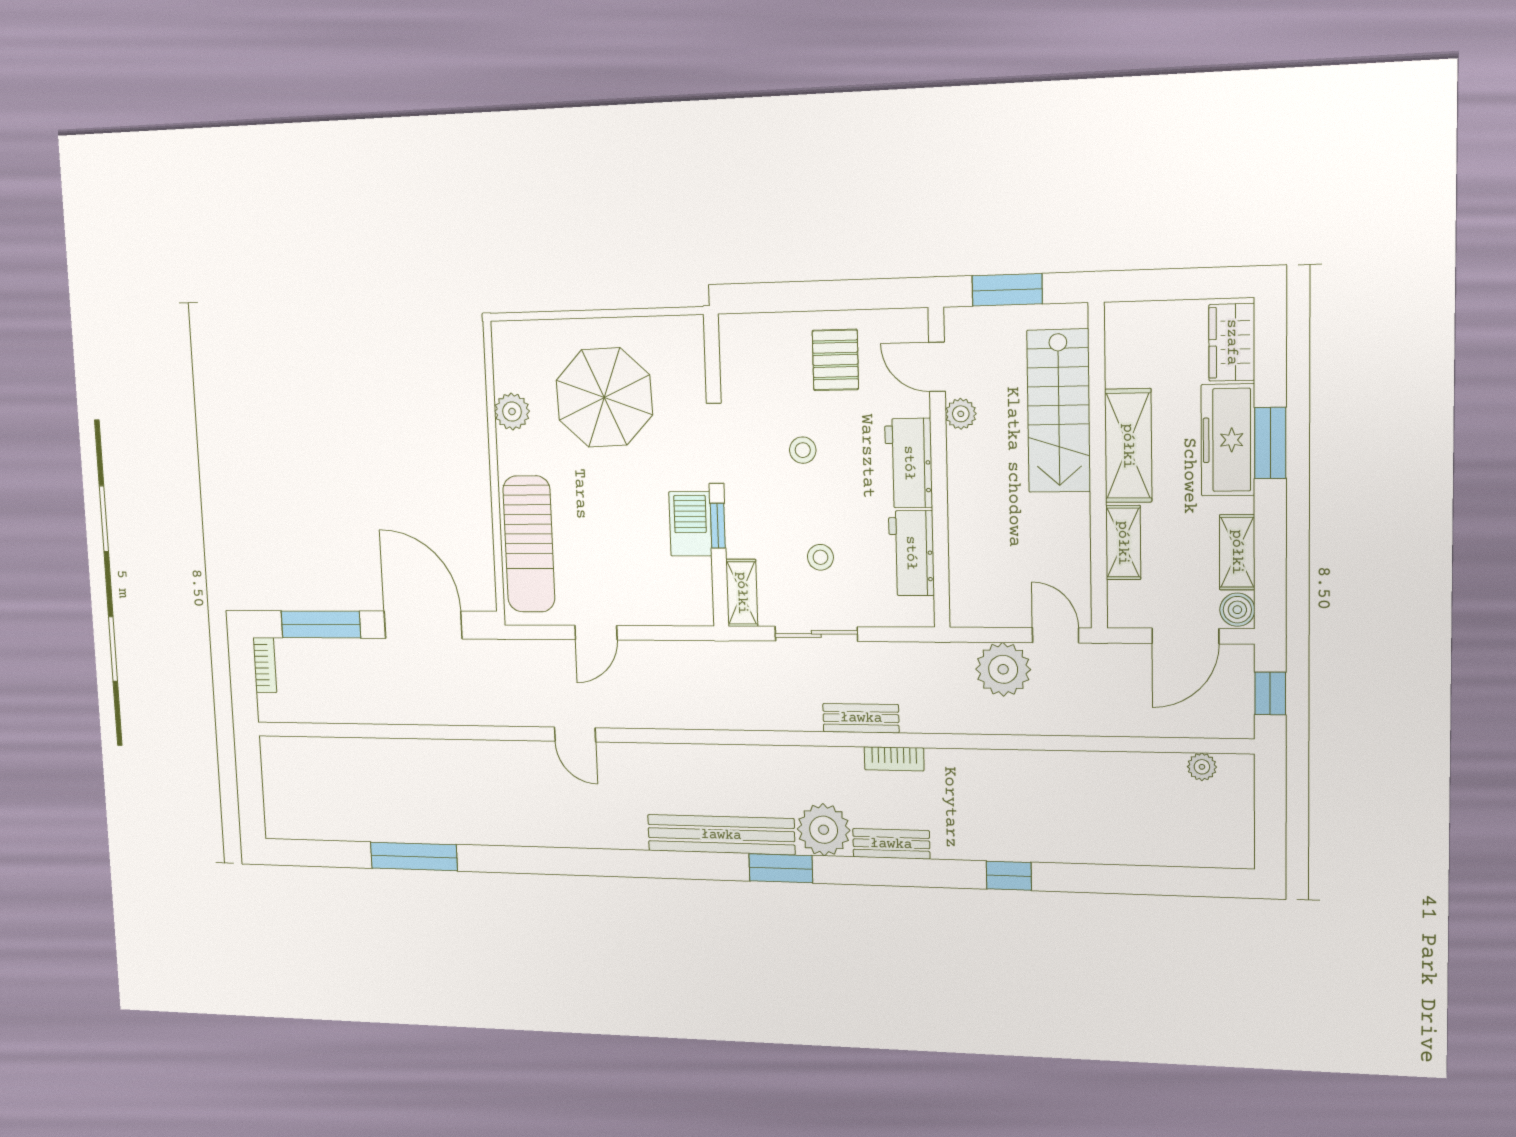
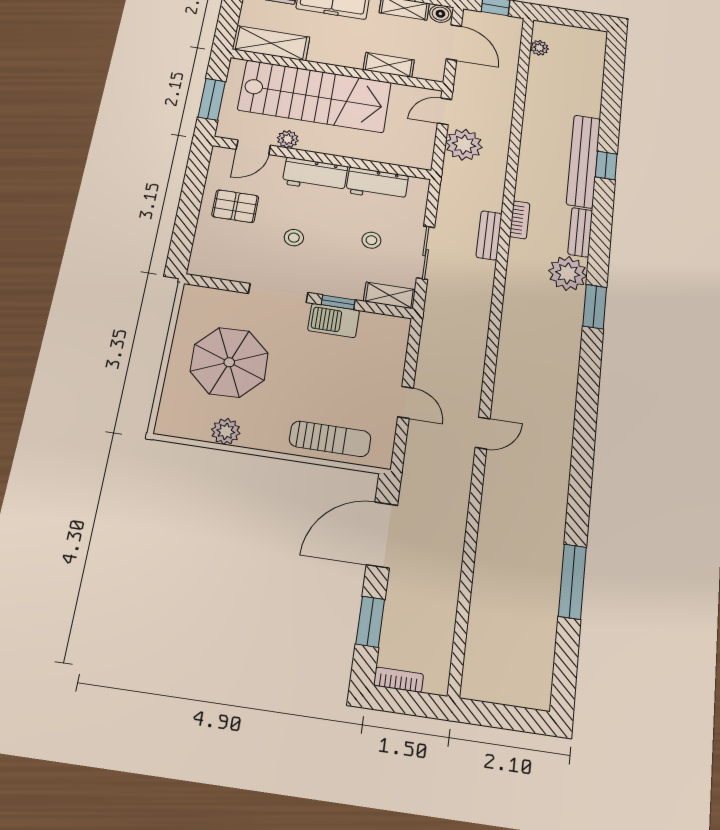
stairs: (1059, 411) -> (315, 96), width x1.36, depth x1.51
shelving: (1128, 446) -> (271, 43), moved
sun lounger: (529, 544) -> (330, 439), width x0.73, depth x0.75
window: (321, 624) -> (370, 622), width x0.69
bench: (721, 835) -> (583, 161), moved

